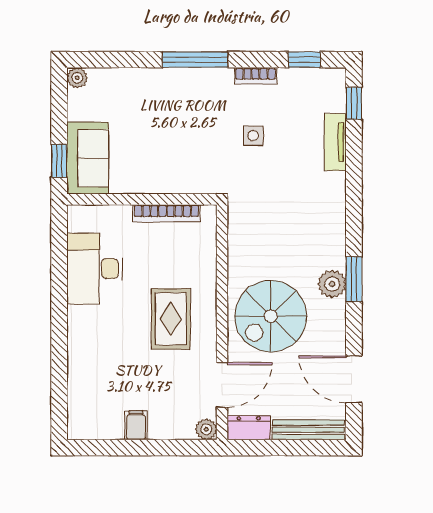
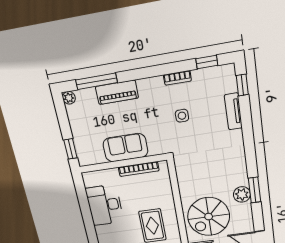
window: (195, 60) -> (97, 81), moved
piano: (156, 82) -> (117, 92), added
sofa: (88, 158) -> (125, 148), moved, turned -90

